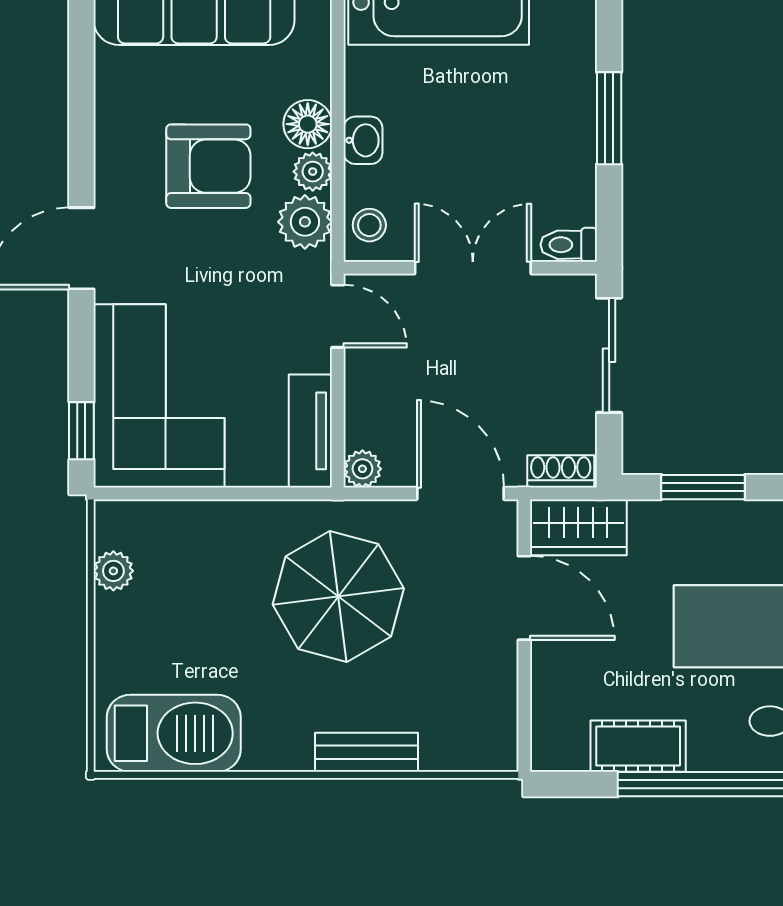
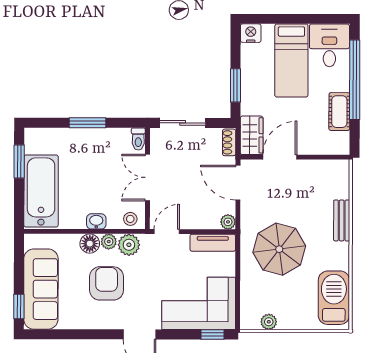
door: (460, 493) -> (238, 183), hinge flipped
parasol: (338, 597) -> (279, 249), moved

